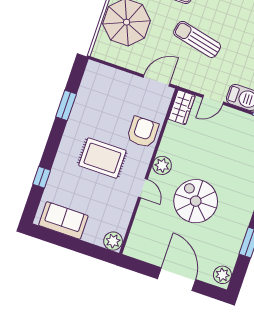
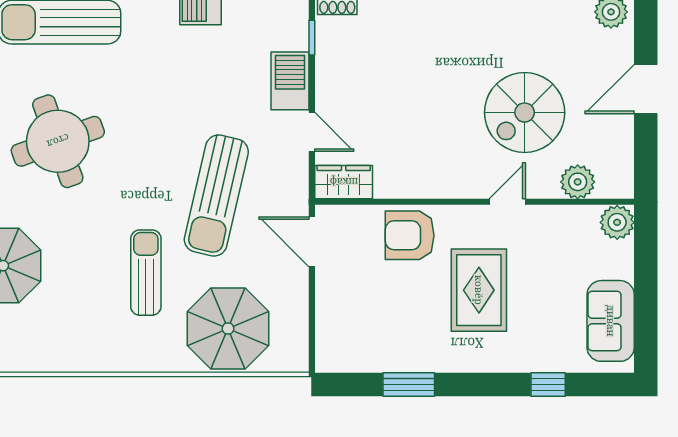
sun lounger: (197, 39) -> (216, 196), width x1.36, depth x1.34
plant: (162, 165) -> (578, 182), moved
spiral stairs: (196, 201) -> (525, 113), moved
door: (177, 279) -> (646, 89), width x0.73

